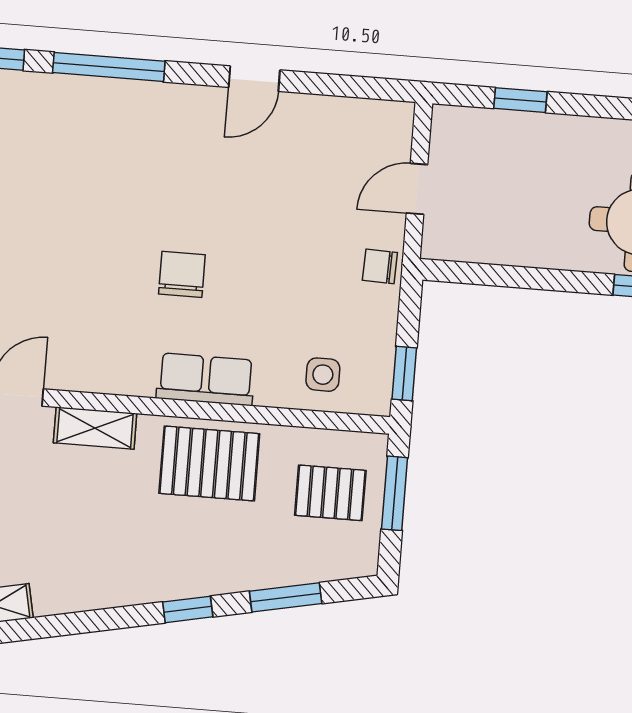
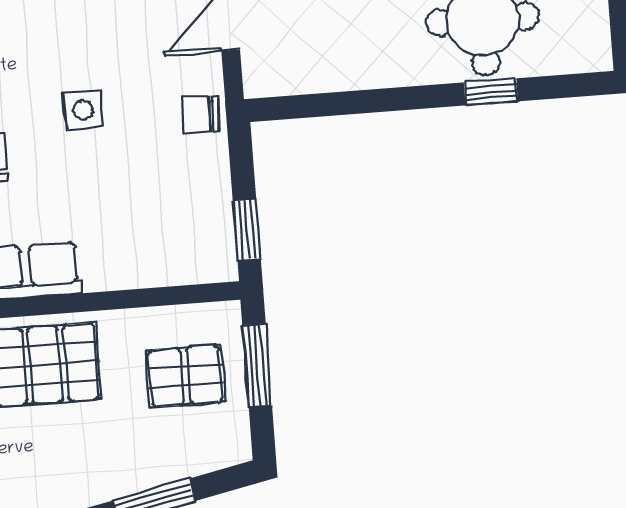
side table: (323, 375) -> (83, 110), moved

